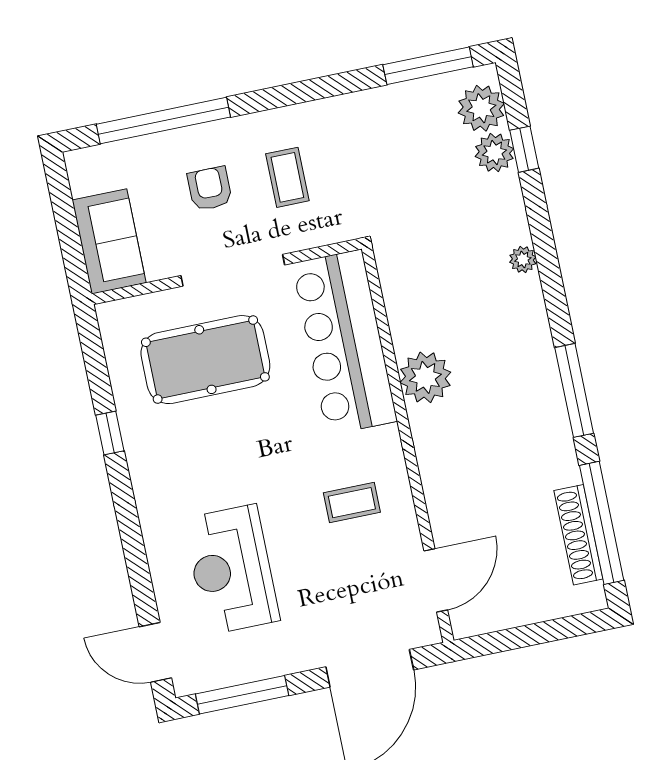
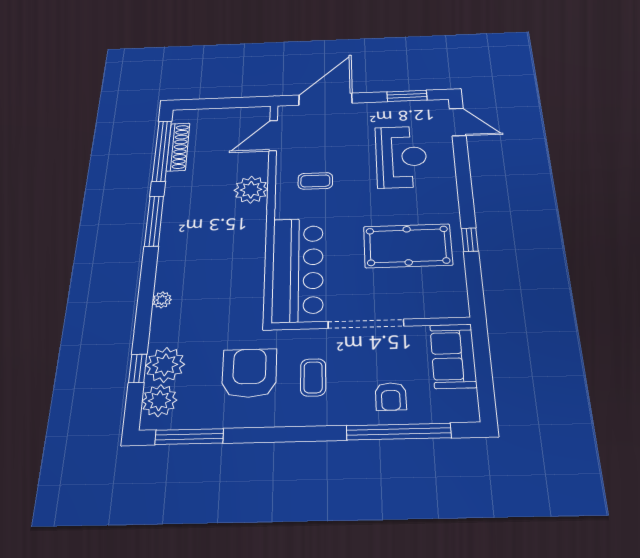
plant: (494, 153) -> (165, 365), width x1.36, depth x1.36
armchair: (373, 169) -> (249, 373), added
armchair: (210, 189) -> (391, 396), moved
pool table: (205, 360) -> (408, 246), moved
plant: (425, 377) -> (251, 190), moved
window: (242, 695) -> (407, 96), width x0.69

